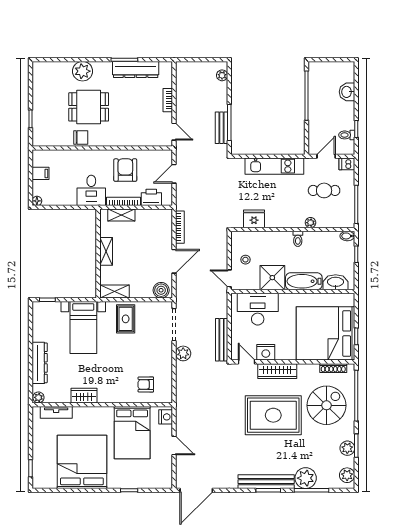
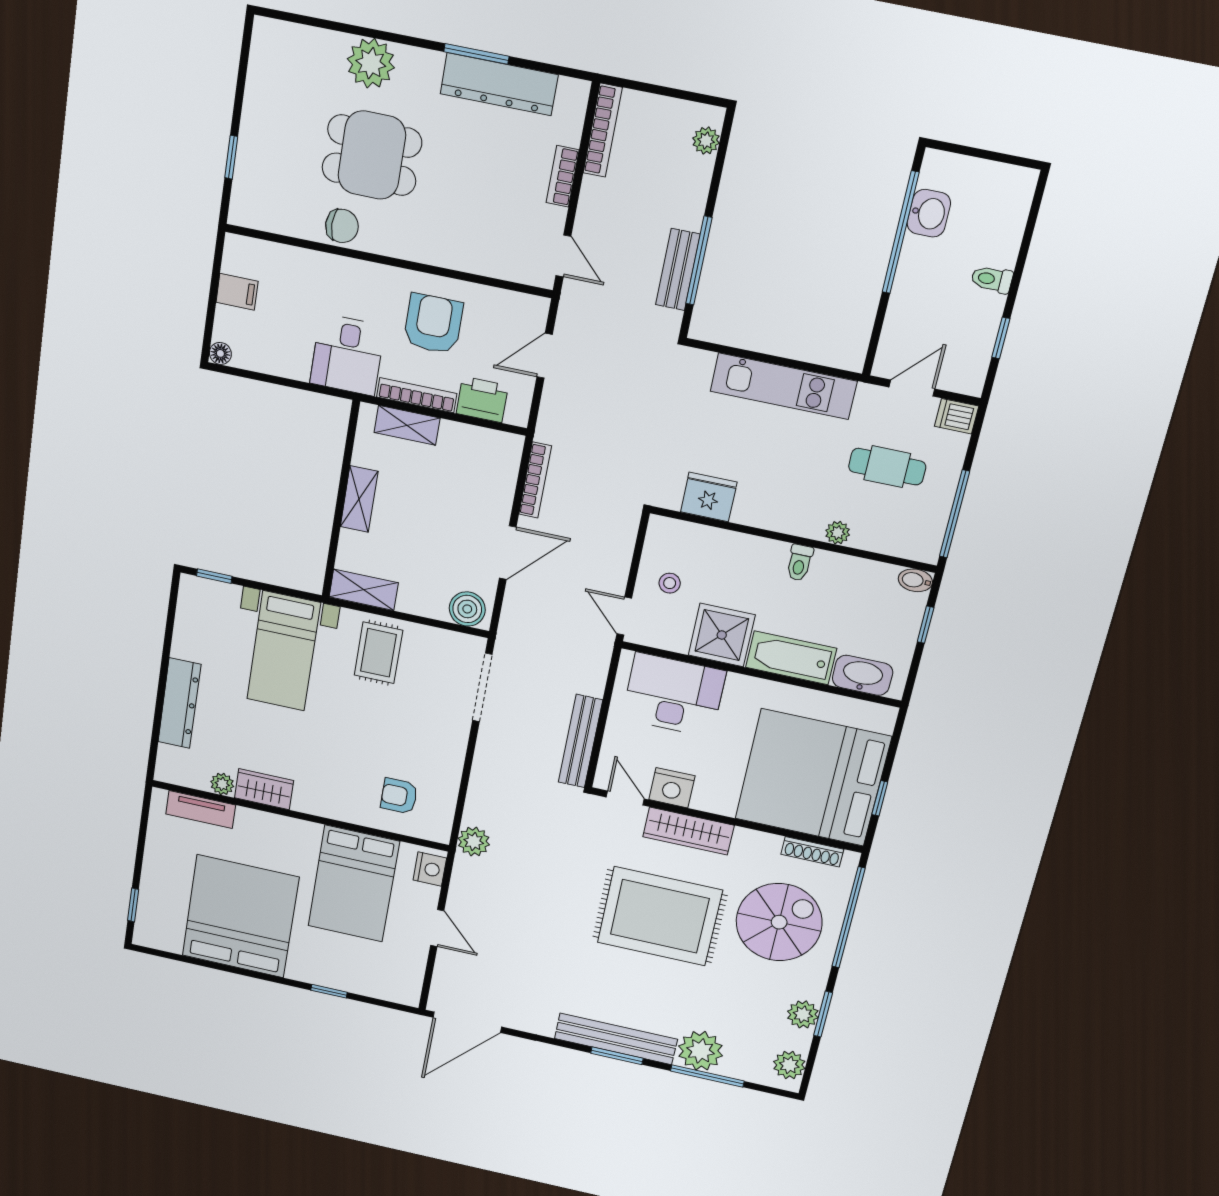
bookcase: (180, 79) -> (603, 130), added
washbasin: (347, 92) -> (929, 213), moved, turned 180
toilet: (347, 135) -> (992, 279), moved
plant: (183, 353) -> (474, 842), moved
plant: (38, 397) -> (222, 784), moved

